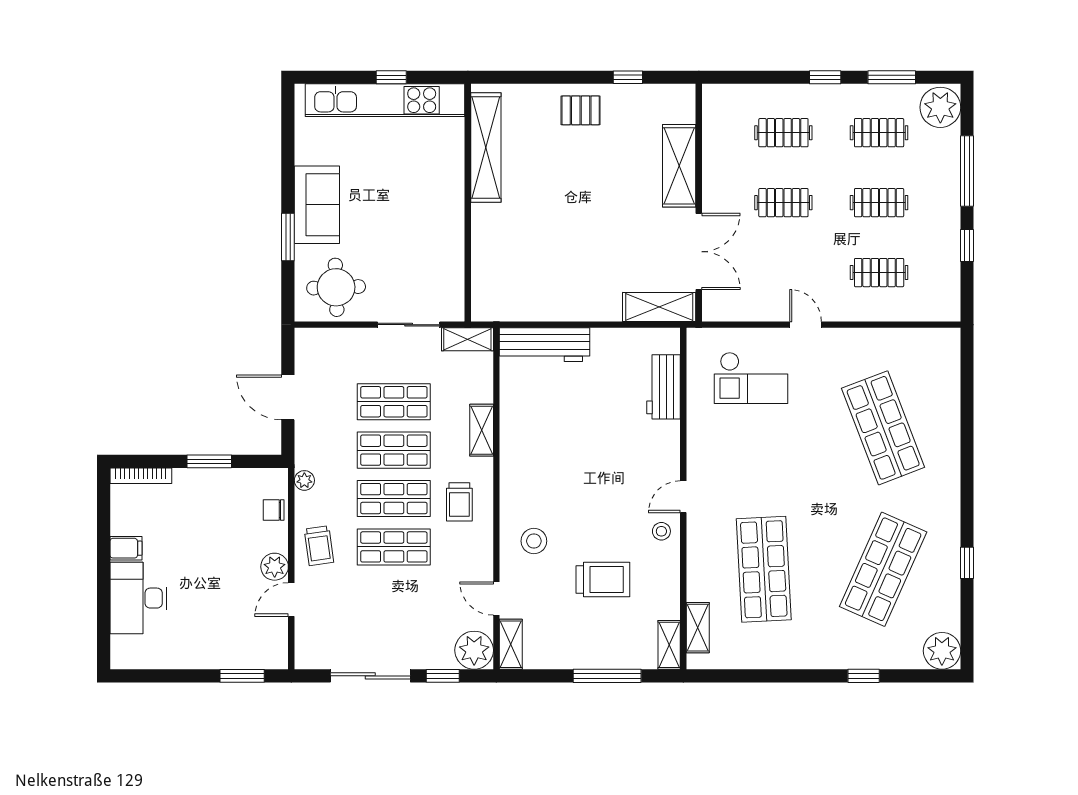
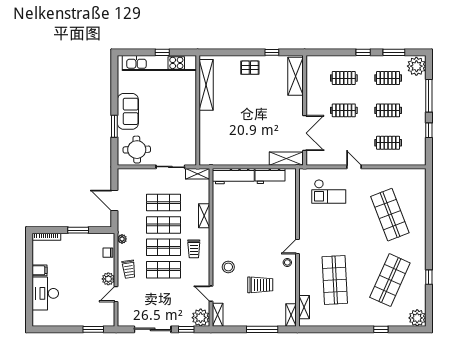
shelving: (679, 166) -> (296, 76), moved
workbench: (664, 387) -> (270, 176), moved, turned -90

